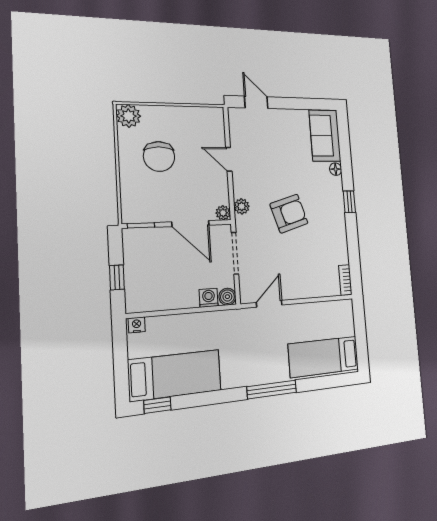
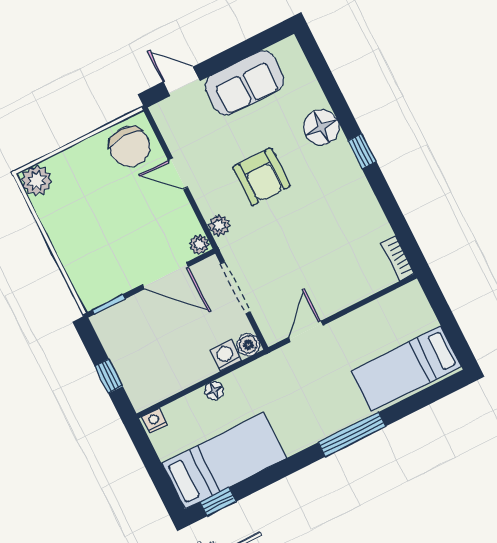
sofa: (325, 136) -> (245, 83), moved, turned -90
chair: (159, 156) -> (130, 147), moved
floor lamp: (336, 169) -> (321, 127), width x1.89, depth x1.89
armchair: (289, 214) -> (261, 177), moved, turned 107
floor lamp: (190, 320) -> (214, 391), added

